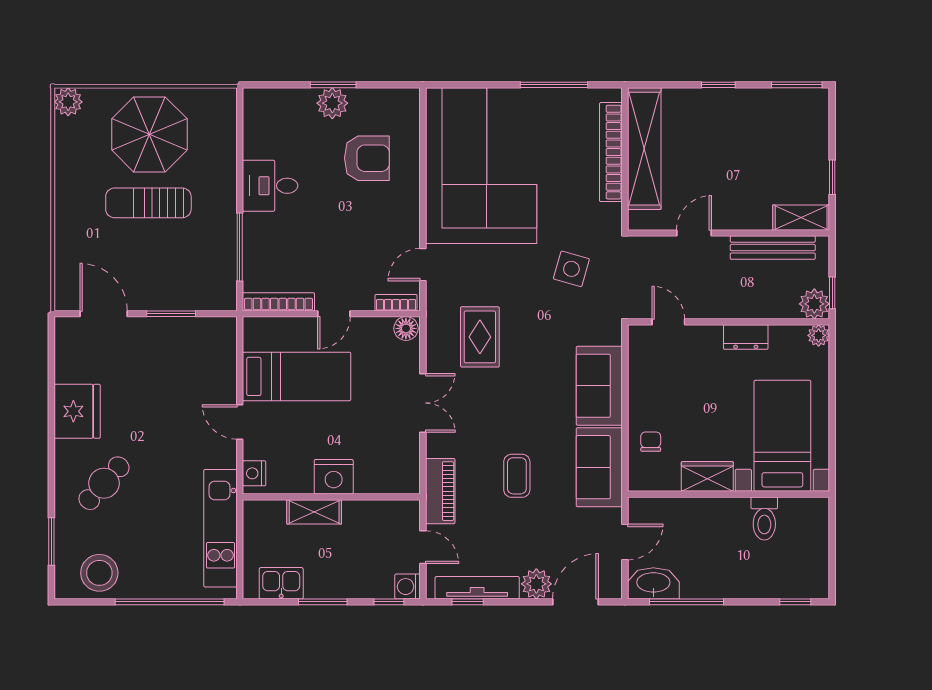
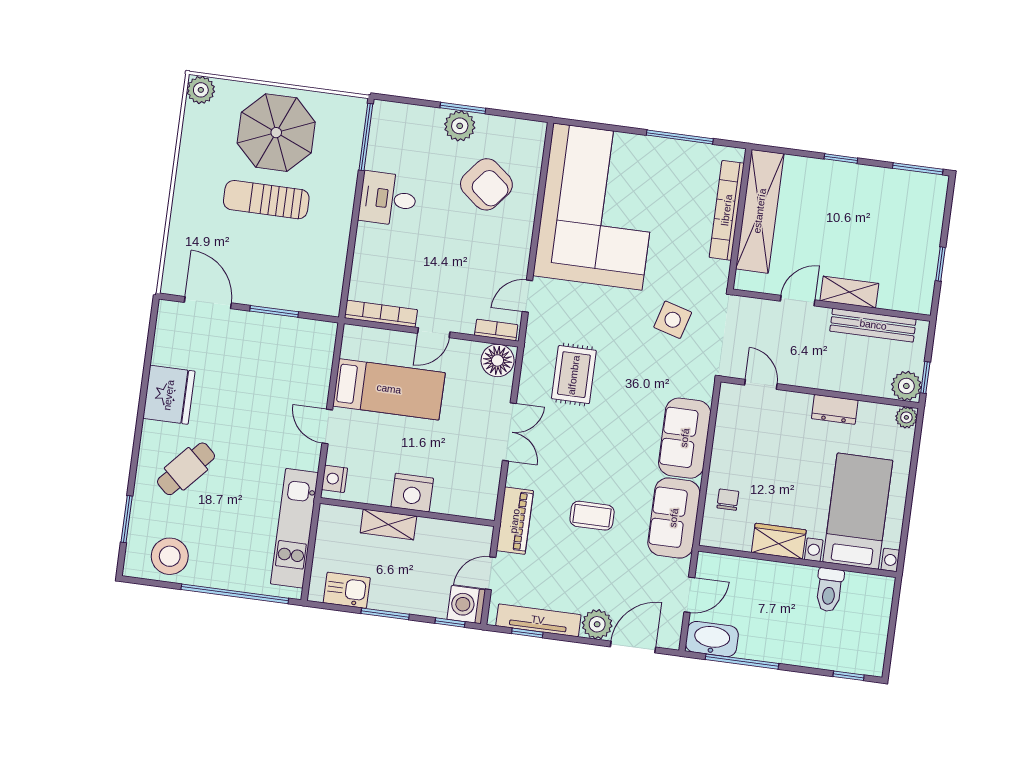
armchair: (367, 158) -> (486, 184), turned 39
shelving: (801, 218) -> (849, 292), moved
window: (240, 247) -> (366, 137), moved
floor lamp: (406, 328) -> (498, 360), width x1.38, depth x1.38
coffee table: (517, 476) -> (592, 516), turned 90
door: (423, 547) -> (491, 573), swing flipped
washing machine: (408, 587) -> (466, 605), width x1.38, depth x1.38

